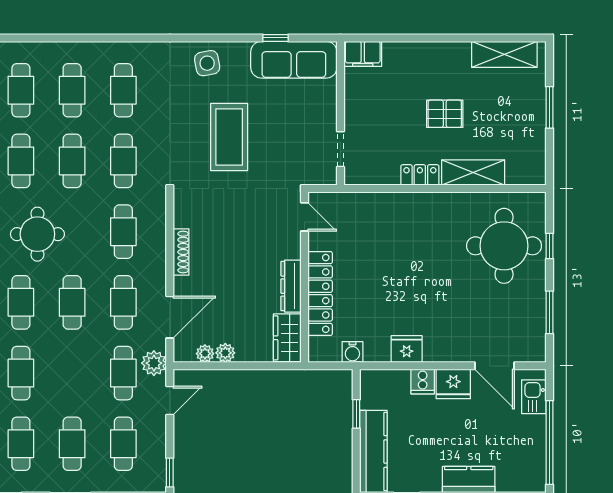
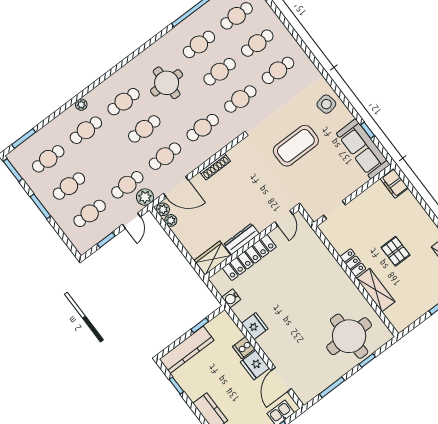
plant: (225, 353) -> (163, 209), moved
door: (170, 401) -> (131, 221), hinge flipped
window: (170, 473) -> (106, 240), moved

